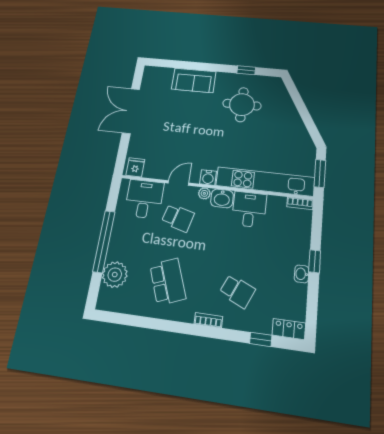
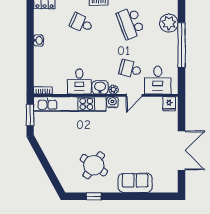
round table: (242, 105) -> (94, 165), turned 35
window: (315, 261) -> (30, 50), removed

